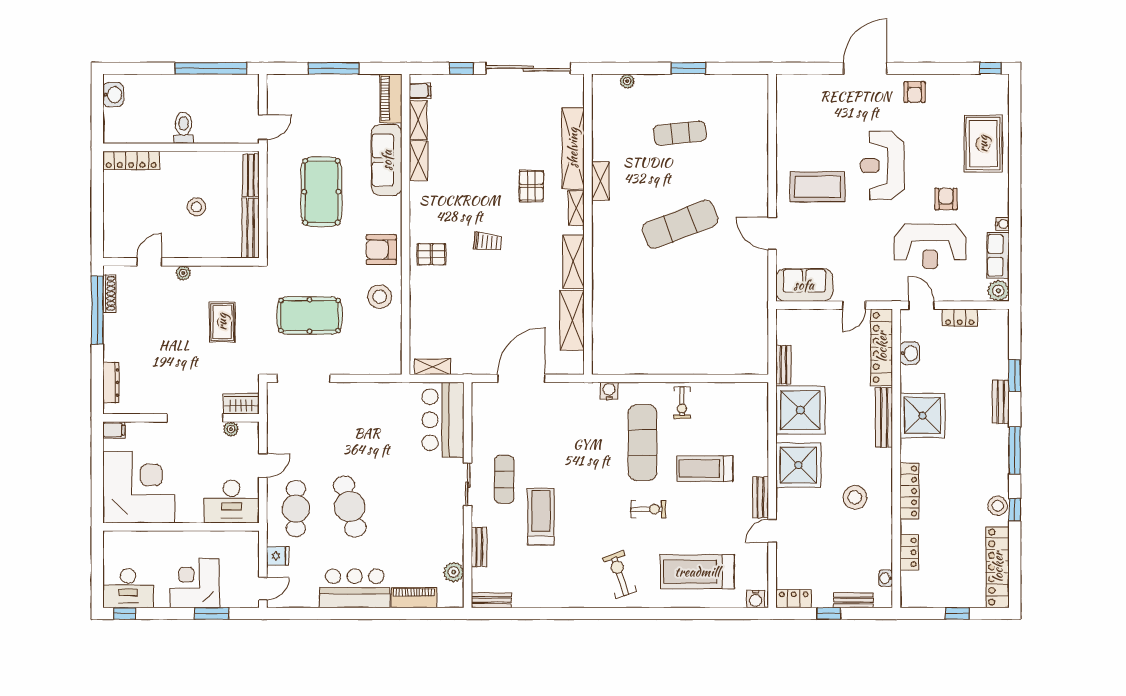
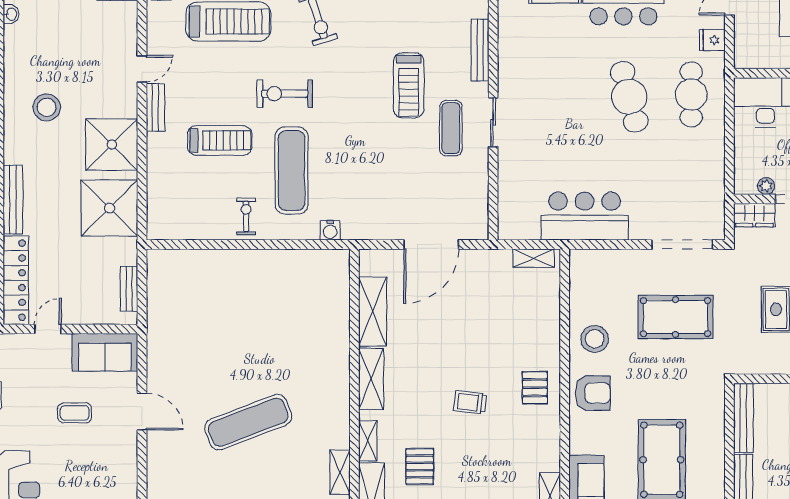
coffee table: (818, 187) -> (75, 413), moved, width x0.54, depth x0.58
pallet: (431, 254) -> (535, 388), turned 90
bench: (783, 365) -> (129, 289), moved
bar counter: (443, 420) -> (585, 216), moved, turned -90
door: (263, 465) -> (729, 144), removed
exercise bike: (648, 509) -> (285, 94), width x1.38, depth x1.39
bench: (479, 547) -> (480, 50), width x1.36
plant: (454, 572) -> (509, 21), removed

